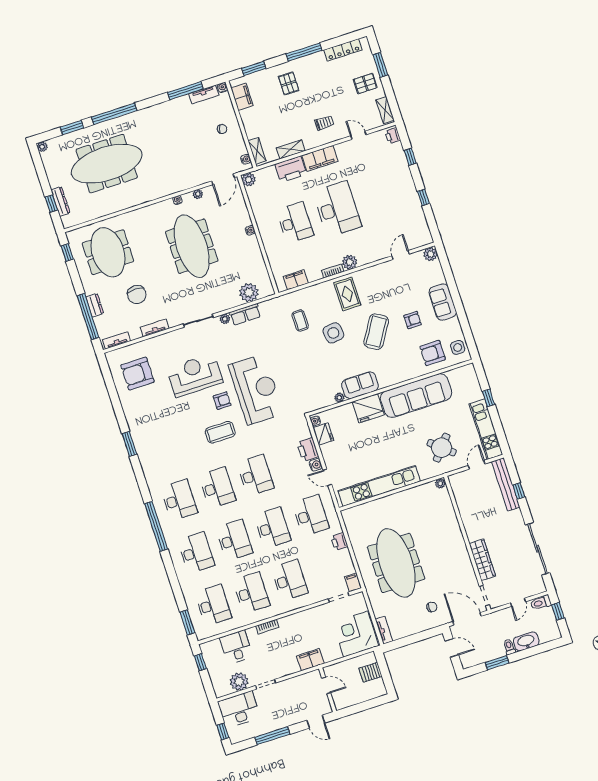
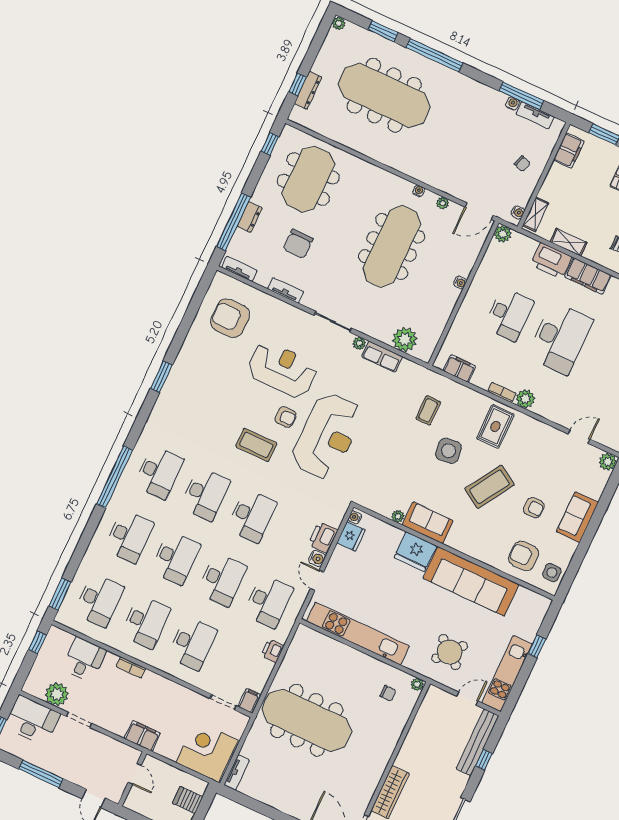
water cooler: (222, 88) -> (513, 104), moved
meeting table: (396, 563) -> (307, 720), turned 90
chair: (432, 607) -> (388, 693), moved

